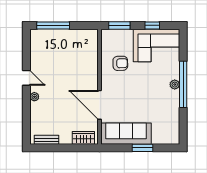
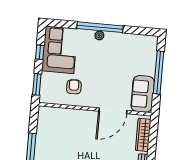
sofa: (126, 134) -> (143, 94), width x0.73
wardrobe: (83, 138) -> (143, 135), width x1.50
window: (142, 148) -> (159, 72), width x2.11

